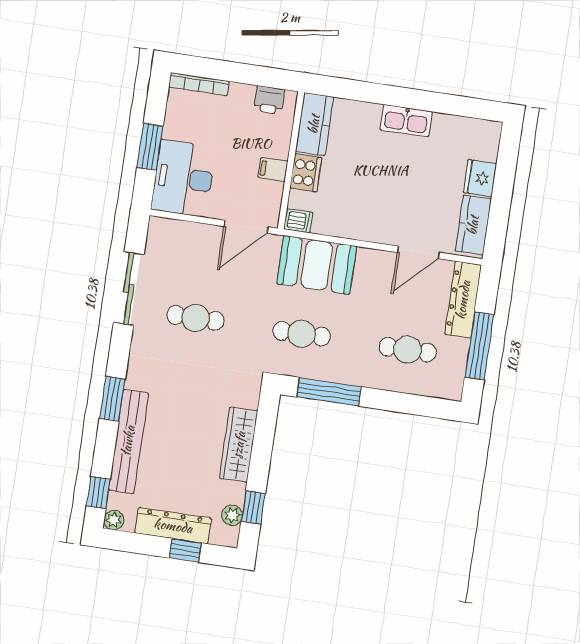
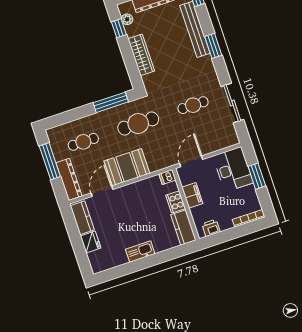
filing cabinet: (273, 169) -> (192, 195), width x2.00
booth: (317, 265) -> (127, 167), moved
cafe table: (302, 334) -> (138, 124), width x1.37, depth x1.35

